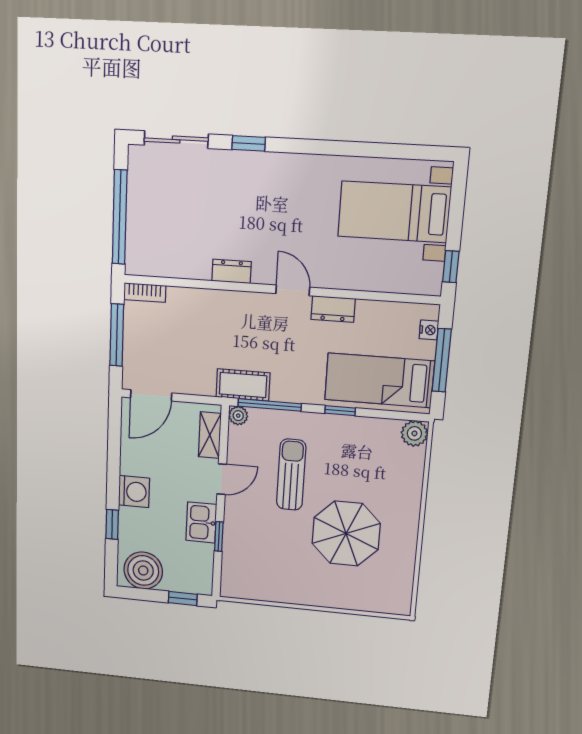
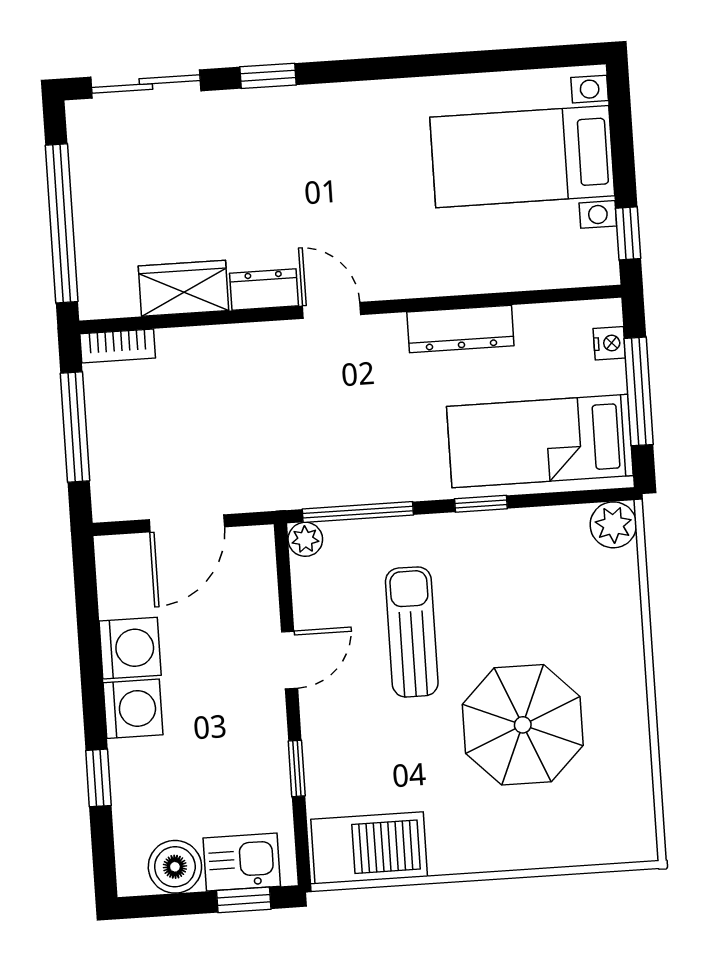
wardrobe: (185, 264) -> (184, 288), added
door: (293, 290) -> (332, 310), moved
dresser: (333, 309) -> (460, 329), width x1.44
cot: (243, 385) -> (307, 483), removed
door: (151, 395) -> (187, 523), moved
shelving: (210, 435) -> (259, 582), removed
washing machine: (136, 460) -> (130, 648), added
kitchen sink: (201, 522) -> (242, 862), moved, turned 90
boiler: (143, 571) -> (175, 867), width x0.73, depth x0.73
barbecue: (253, 583) -> (369, 848), added

